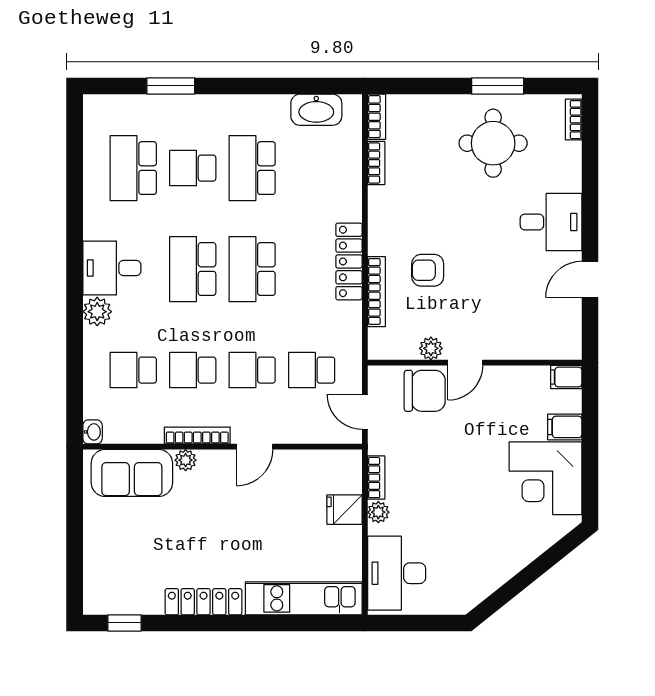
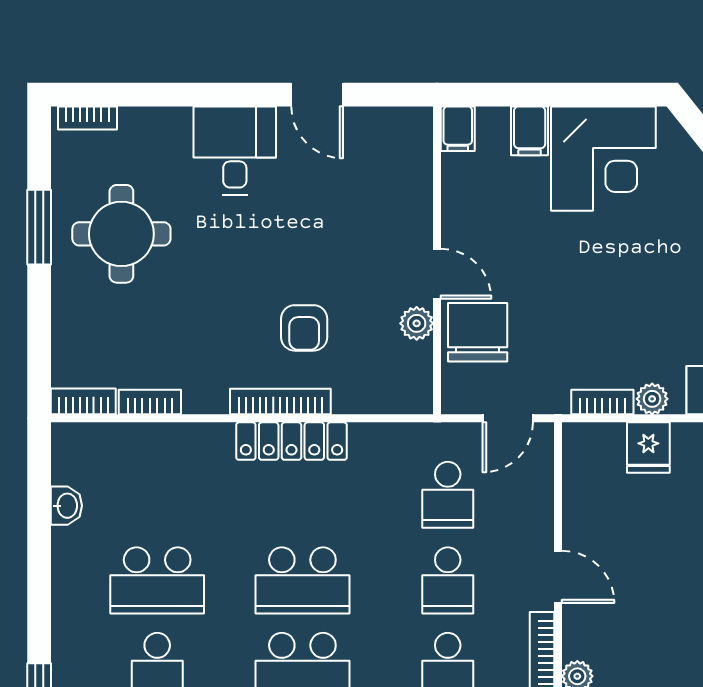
washbasin: (316, 110) -> (66, 506), width x0.52, depth x0.69
bookcase: (376, 292) -> (280, 402), moved

